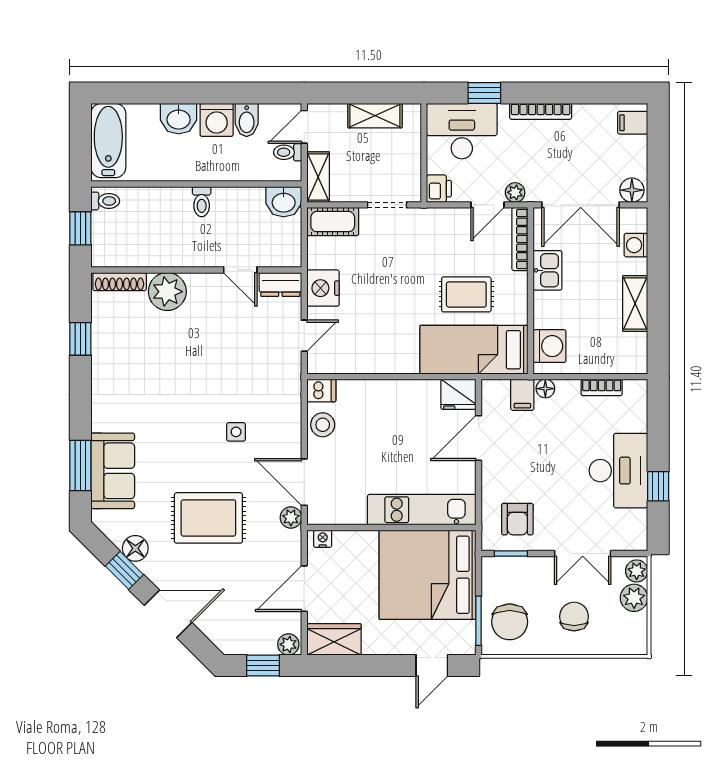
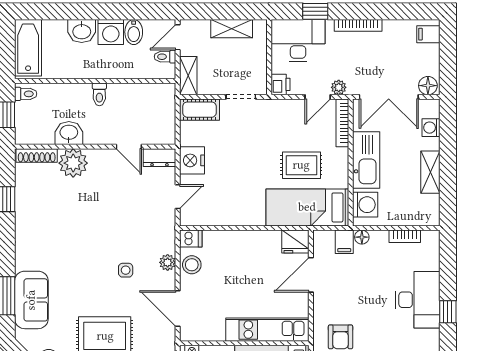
washbasin: (284, 202) -> (69, 133), moved, turned 180
kitchen sink: (548, 270) -> (366, 160), width x1.88, depth x1.24
plant: (291, 518) -> (168, 262), moved

